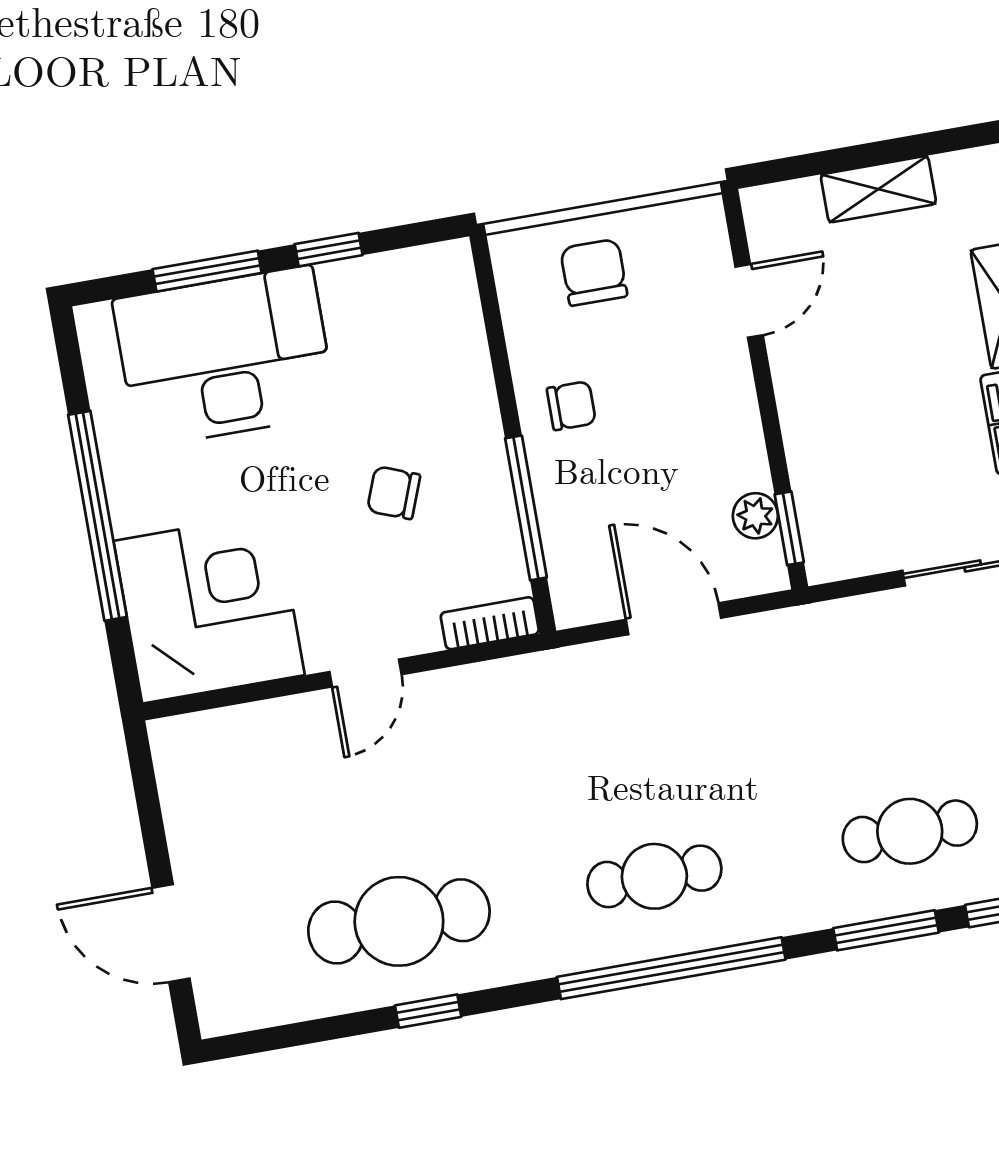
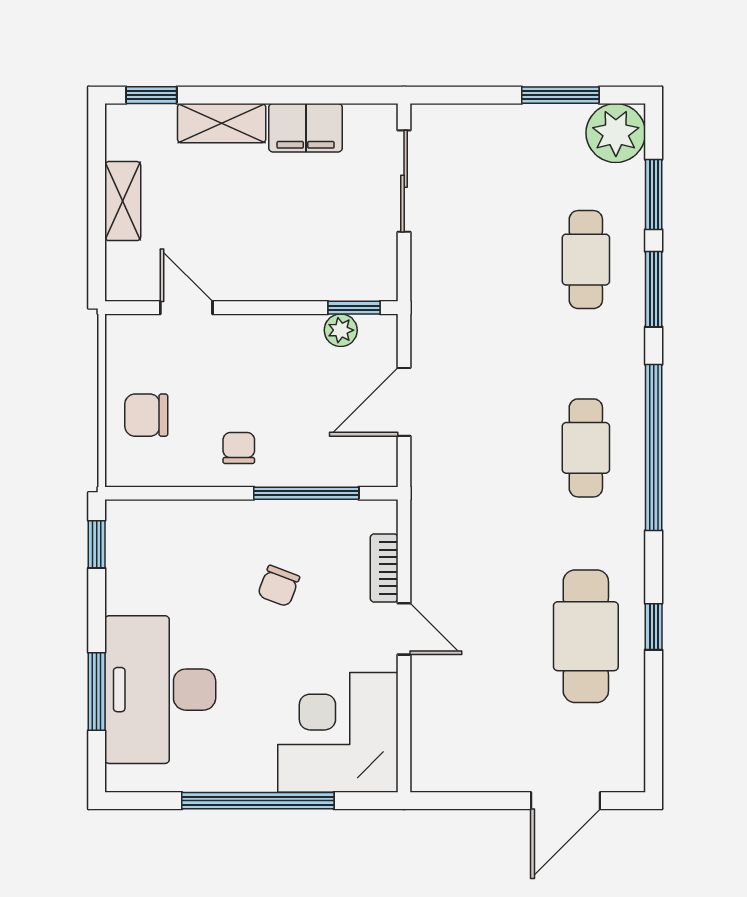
window: (329, 250) -> (97, 544), moved
bookcase: (490, 623) -> (384, 568), moved

